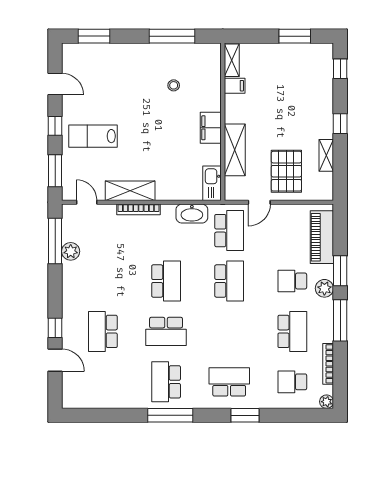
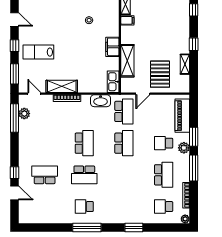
plant: (71, 251) -> (24, 114), moved
school desk: (103, 331) -> (45, 175), turned 90
school desk: (166, 382) -> (84, 207), width x0.54
school desk: (229, 382) -> (124, 207), removed

